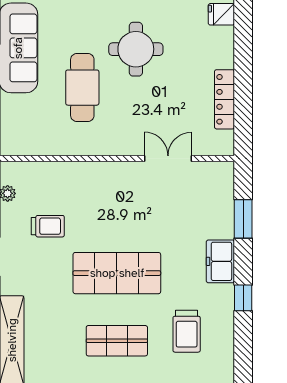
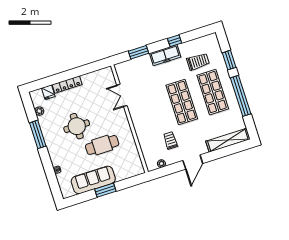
locker: (224, 99) -> (67, 85), moved
freezer: (220, 261) -> (165, 55), width x1.40
shop shelf: (117, 341) -> (213, 92), width x1.43, depth x1.36

